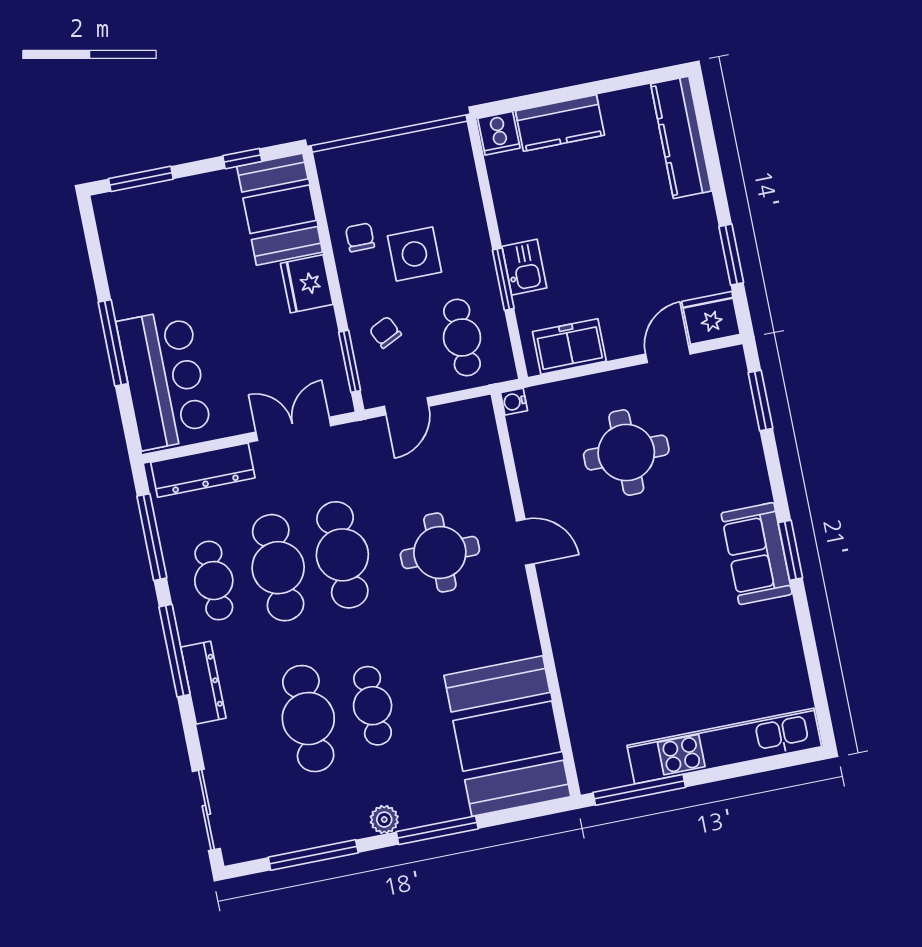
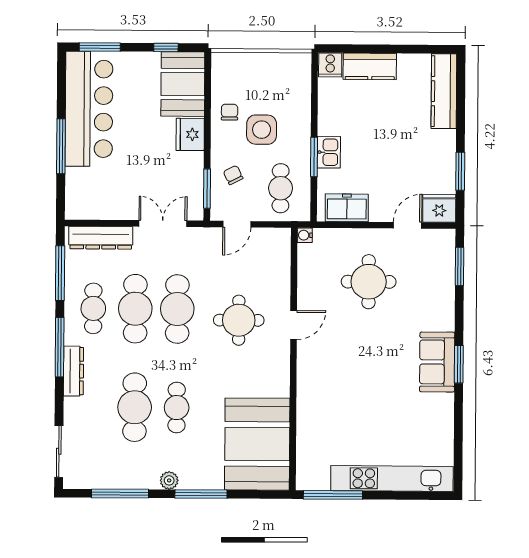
bar counter: (164, 379) -> (89, 109), moved, width x1.36
door: (525, 542) -> (294, 325), hinge flipped

